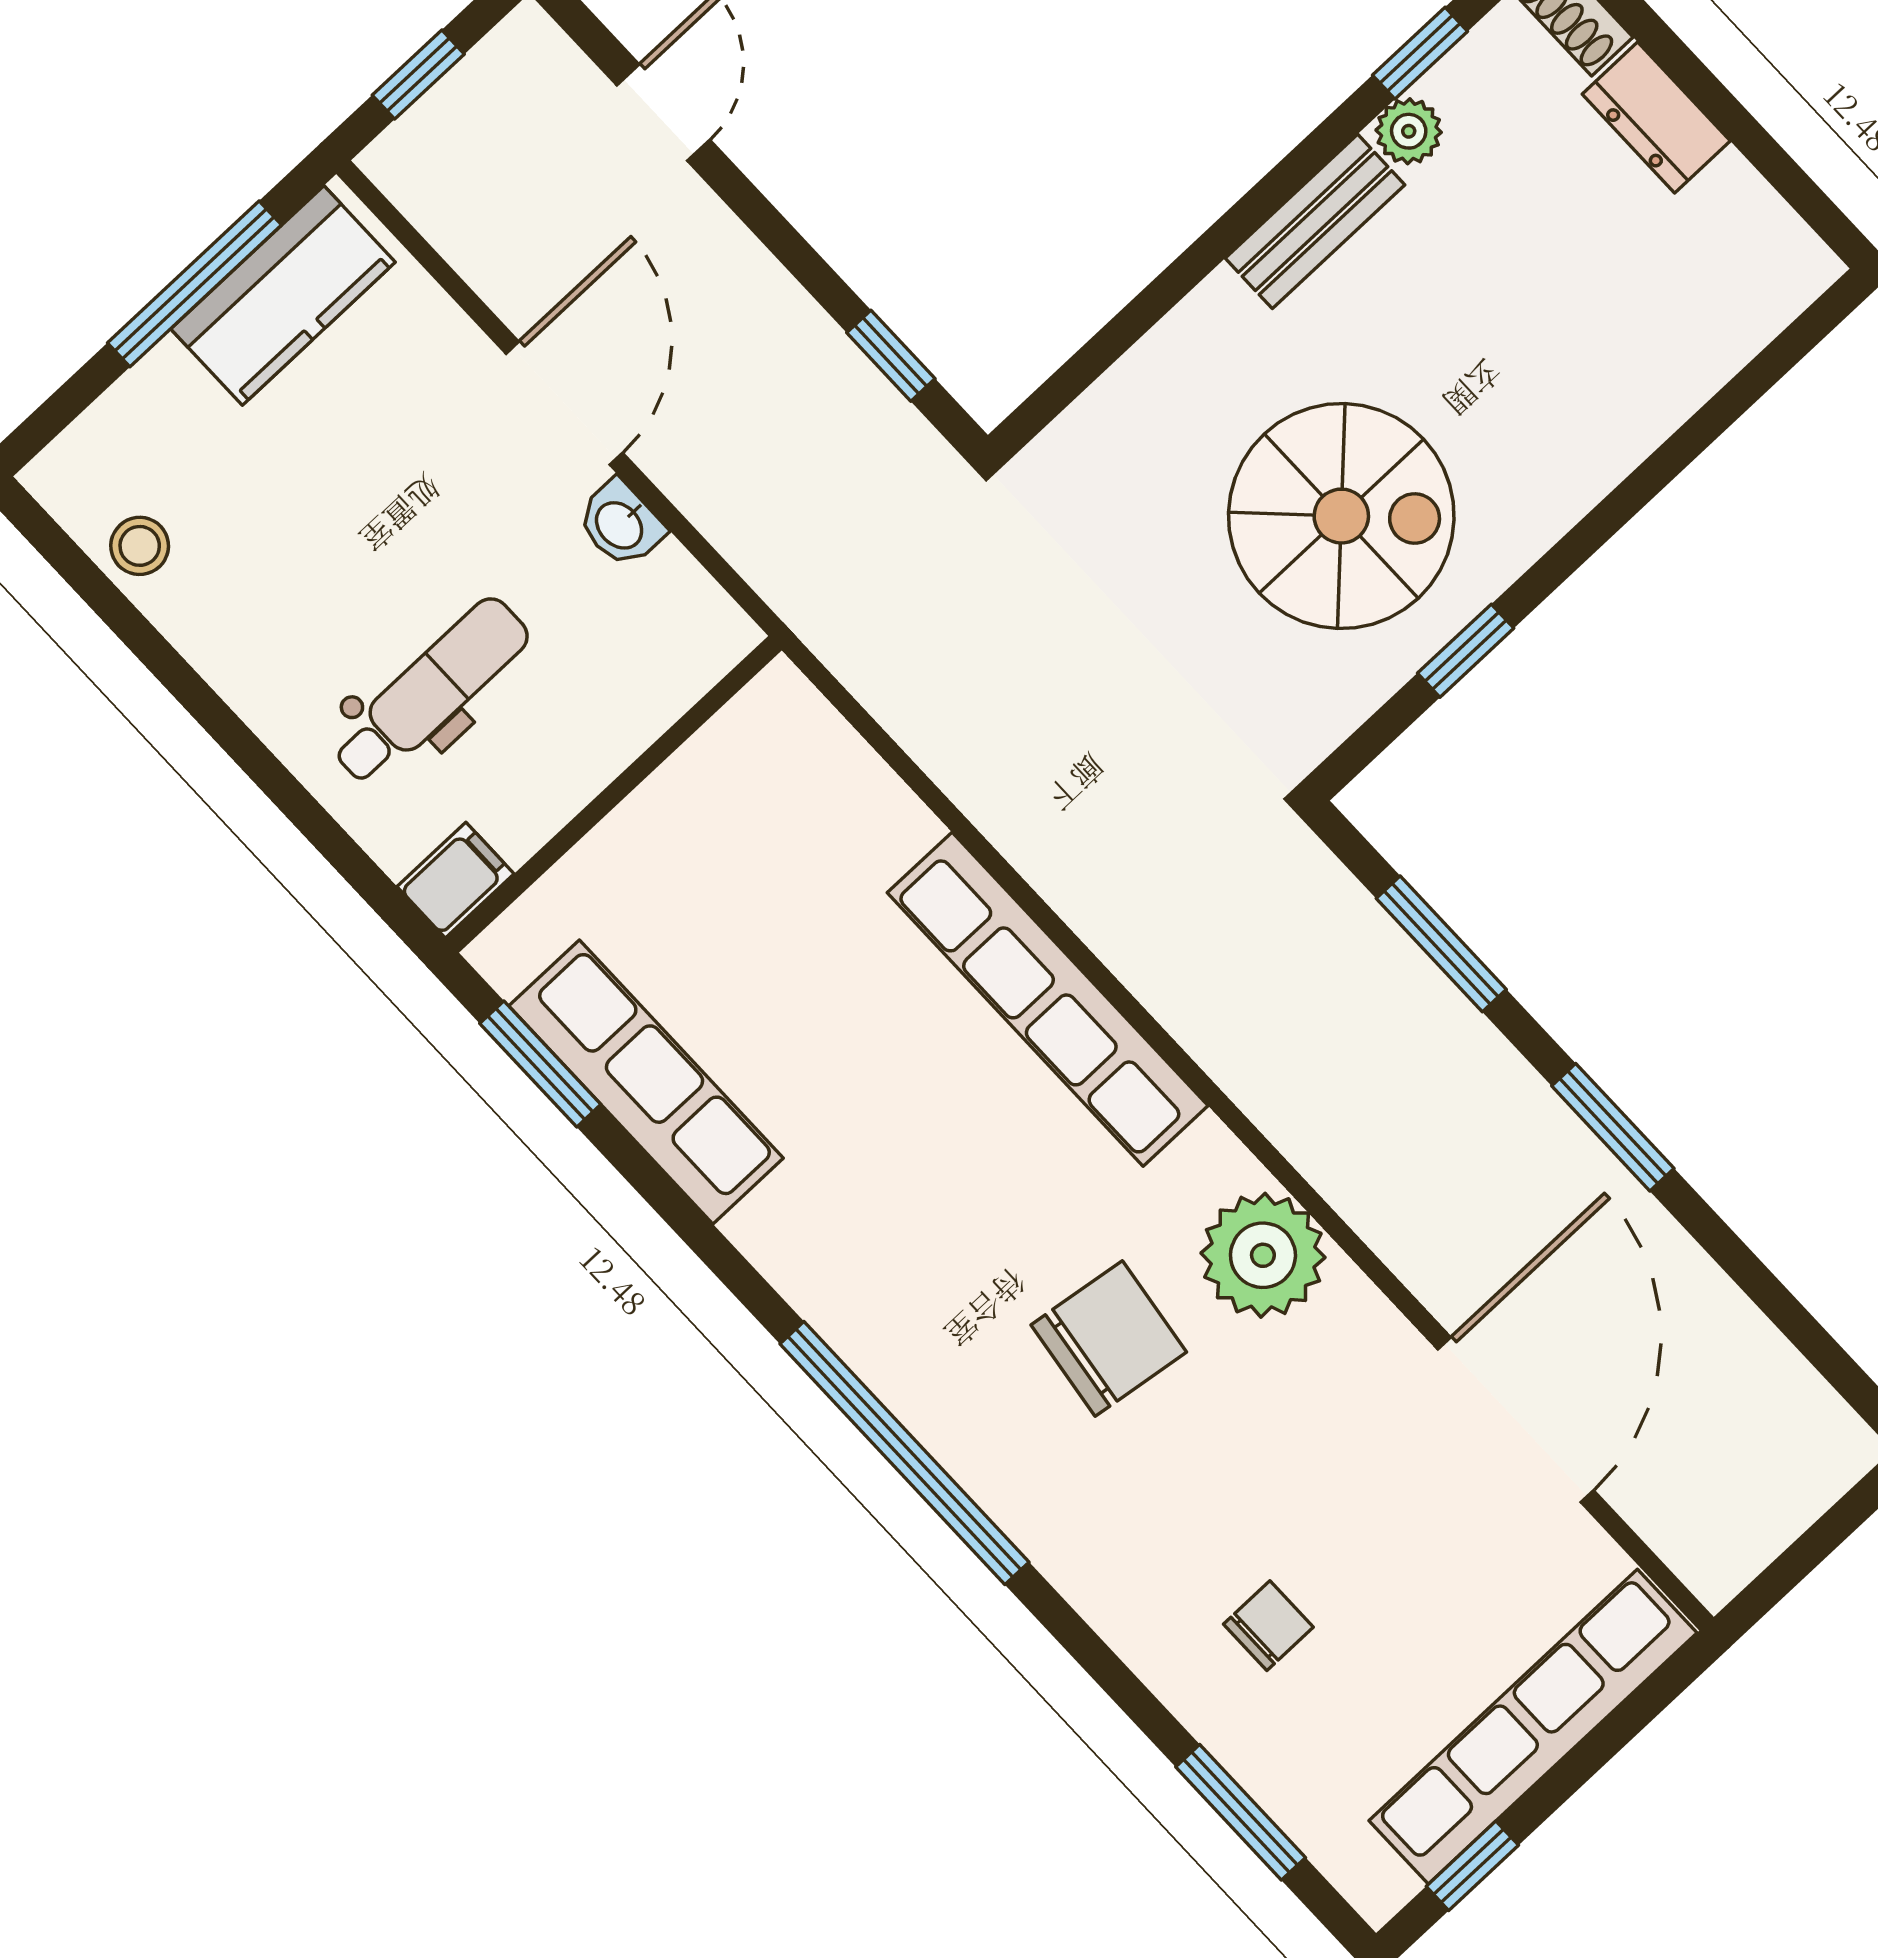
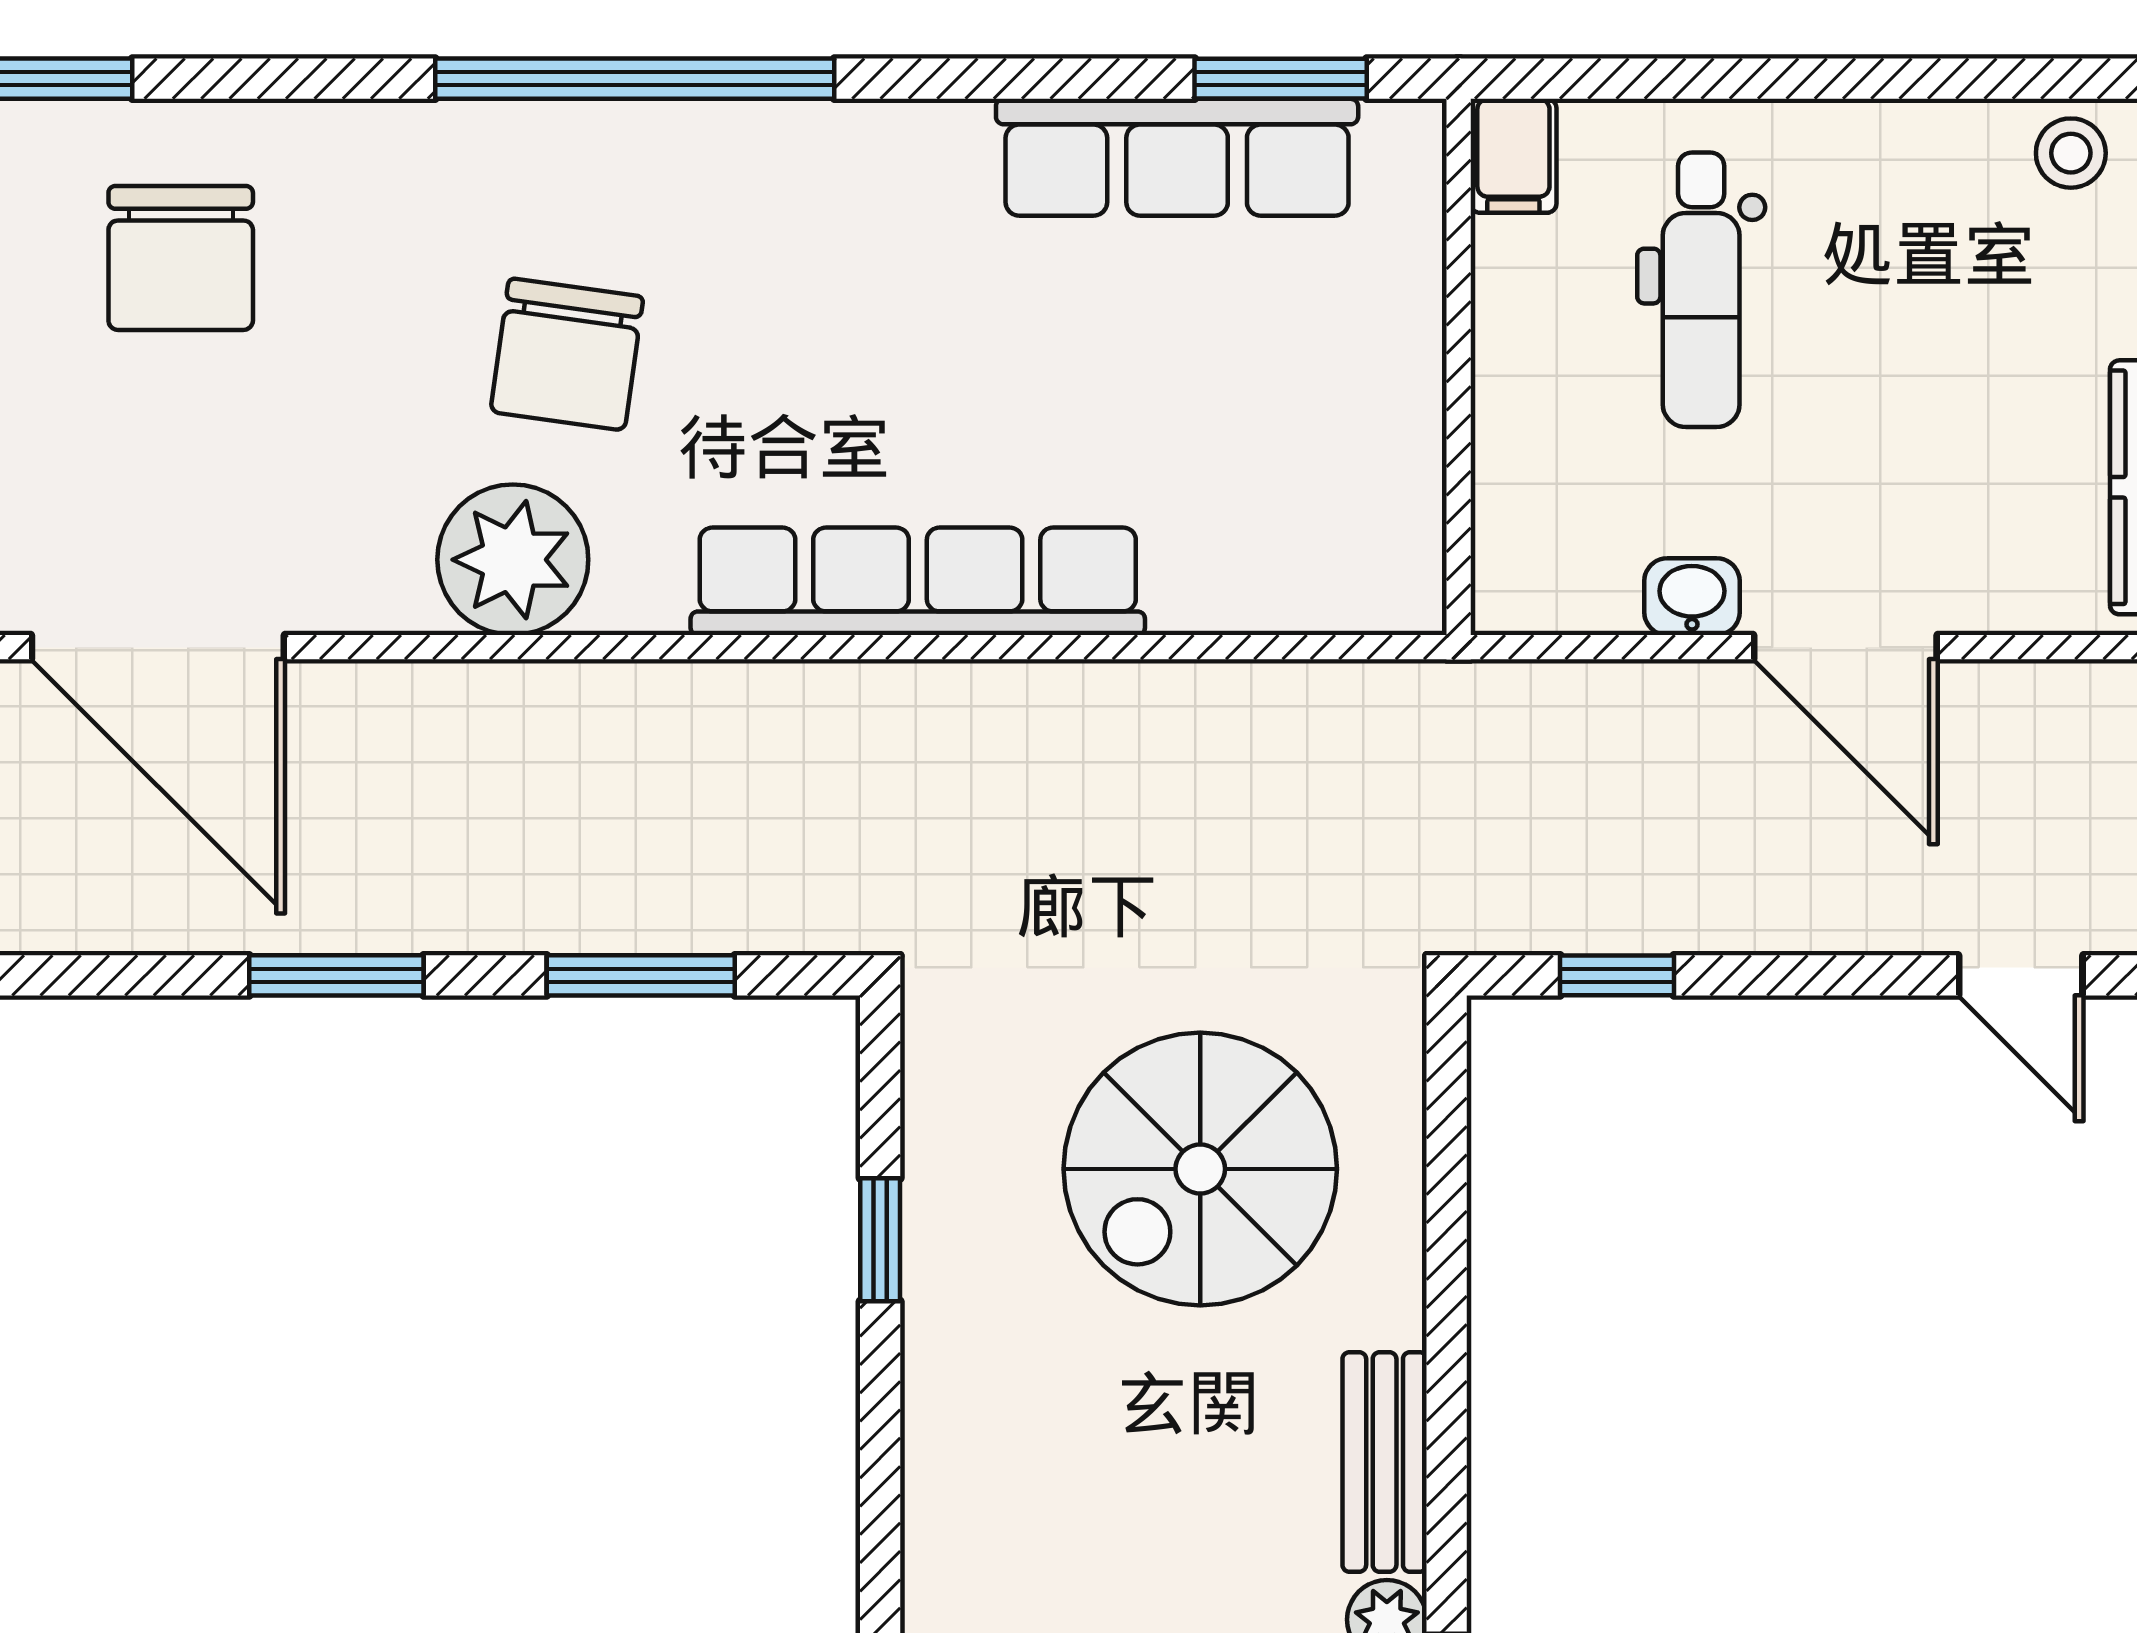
spiral stairs: (1341, 516) -> (1200, 1169), moved
chair: (1268, 1626) -> (181, 258), width x1.87, depth x1.87

